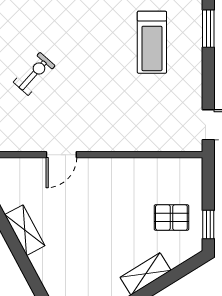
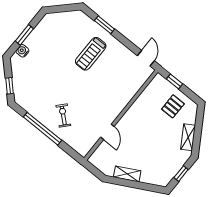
treadmill: (152, 42) -> (91, 54), turned 90
window: (208, 224) -> (175, 81), moved

